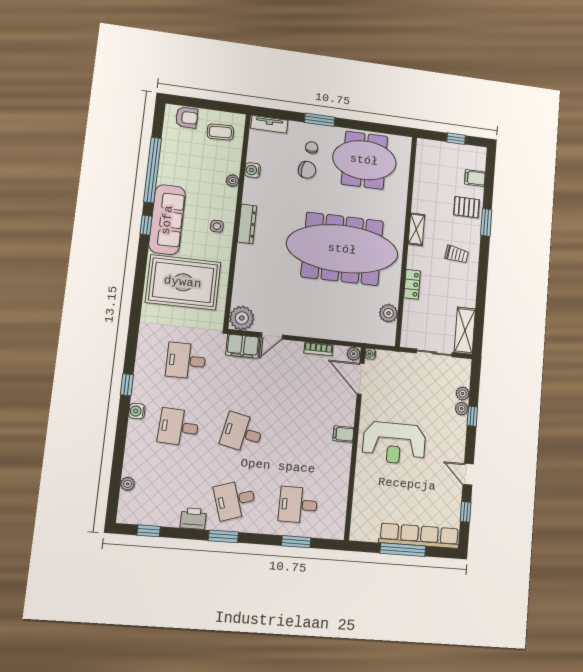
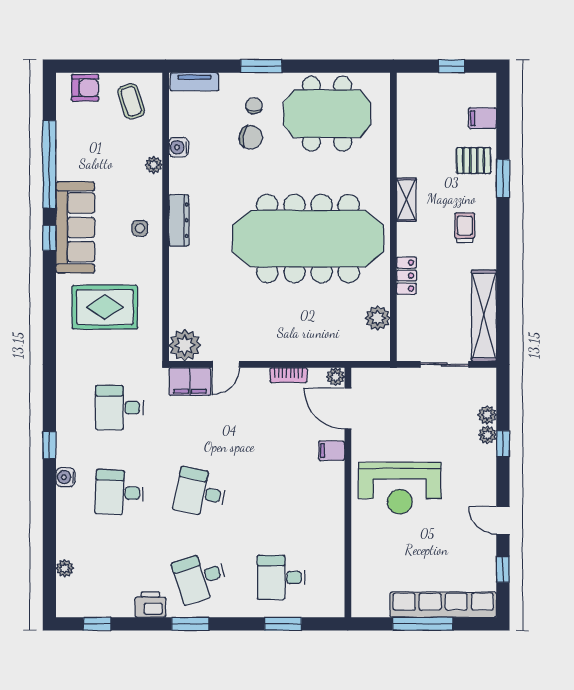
coffee table: (220, 132) -> (131, 101), turned 75
trolley: (457, 254) -> (465, 228), turned -99
rug: (183, 282) -> (105, 307), width x0.73, depth x0.69
shelving: (465, 331) -> (484, 316), width x1.47
water cooler: (370, 354) -> (358, 375), removed
filing cabinet: (343, 434) -> (332, 451), moved

